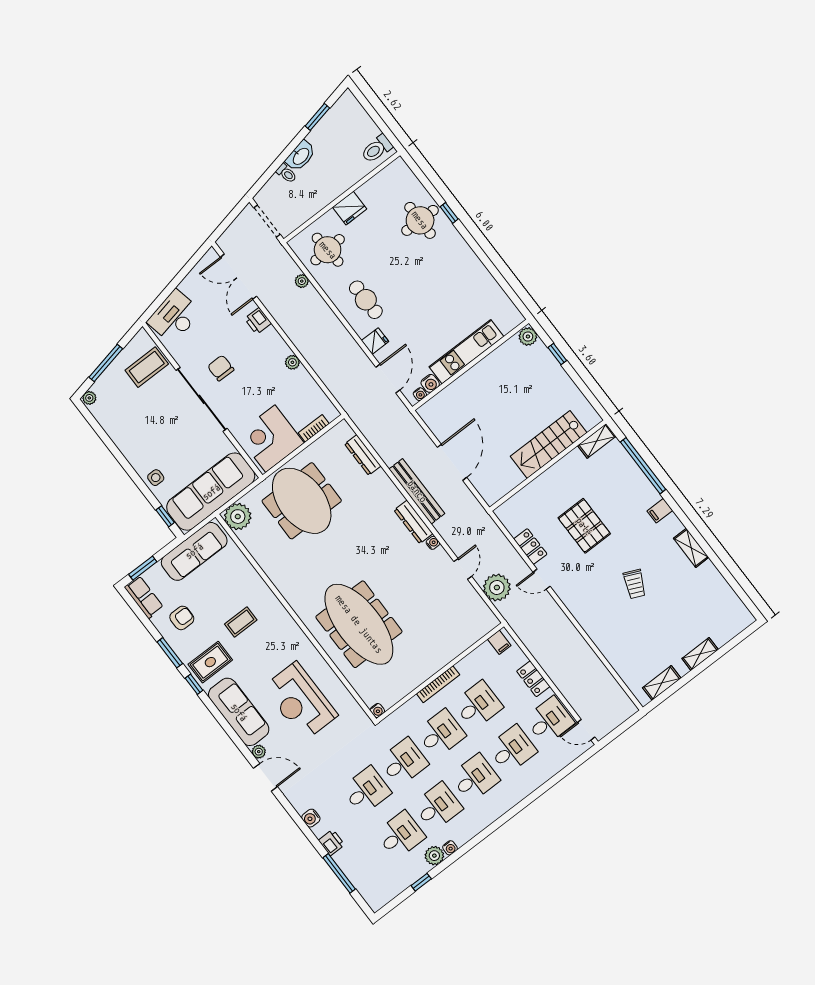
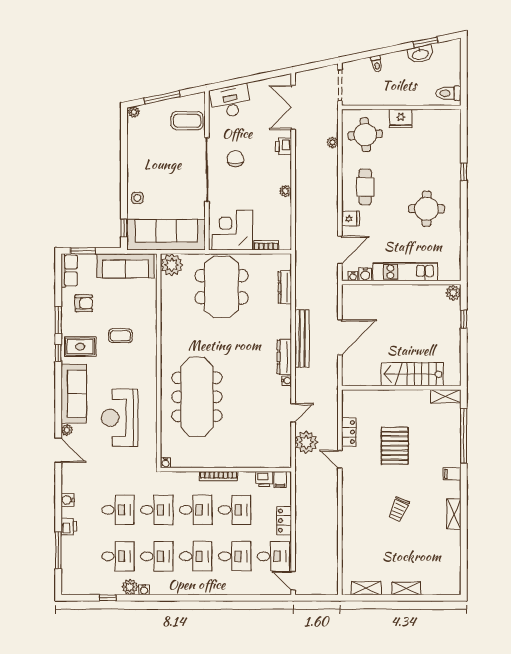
washbasin: (301, 156) -> (420, 54), moved
round table: (420, 220) -> (427, 209), moved
printer: (484, 654) -> (264, 479), added

